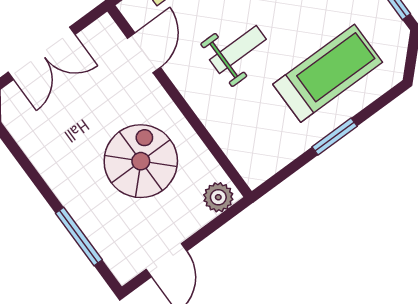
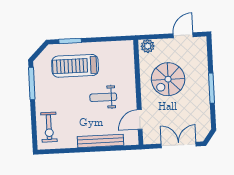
window: (335, 137) -> (70, 41), moved
window: (79, 237) -> (212, 88), moved

